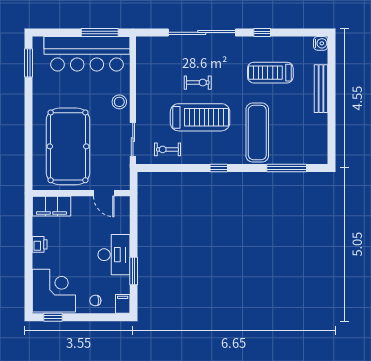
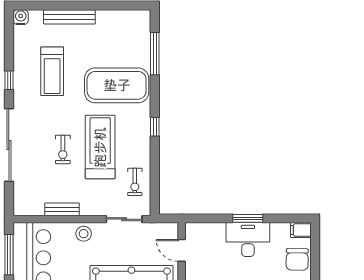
bench: (142, 82) -> (62, 209), added
exercise bike: (198, 83) -> (63, 149), turned 180
exercise mat: (257, 133) -> (117, 85), width x1.47
door: (104, 193) -> (182, 250), swing flipped
window: (134, 271) -> (248, 218), moved
chair: (95, 300) -> (297, 259), width x1.87, depth x1.87

